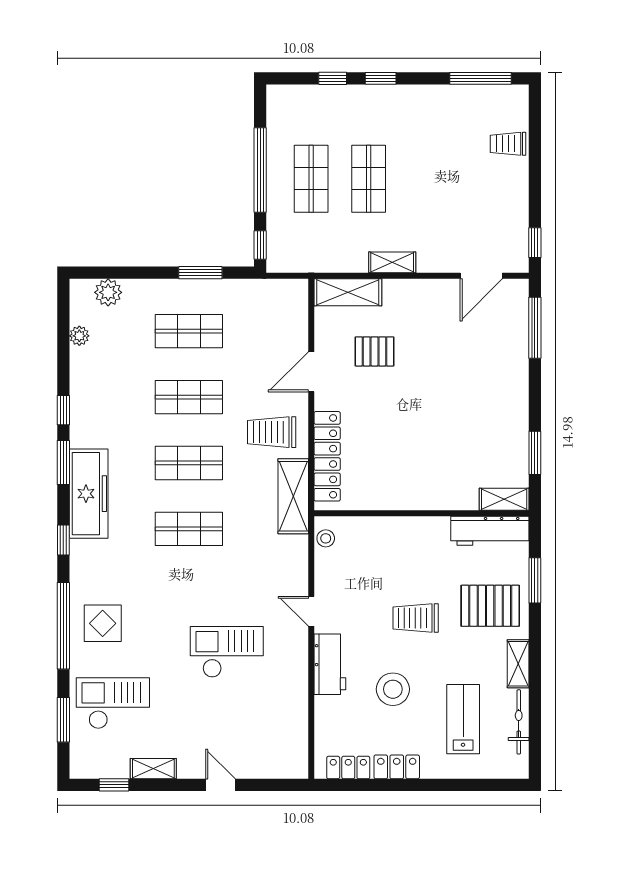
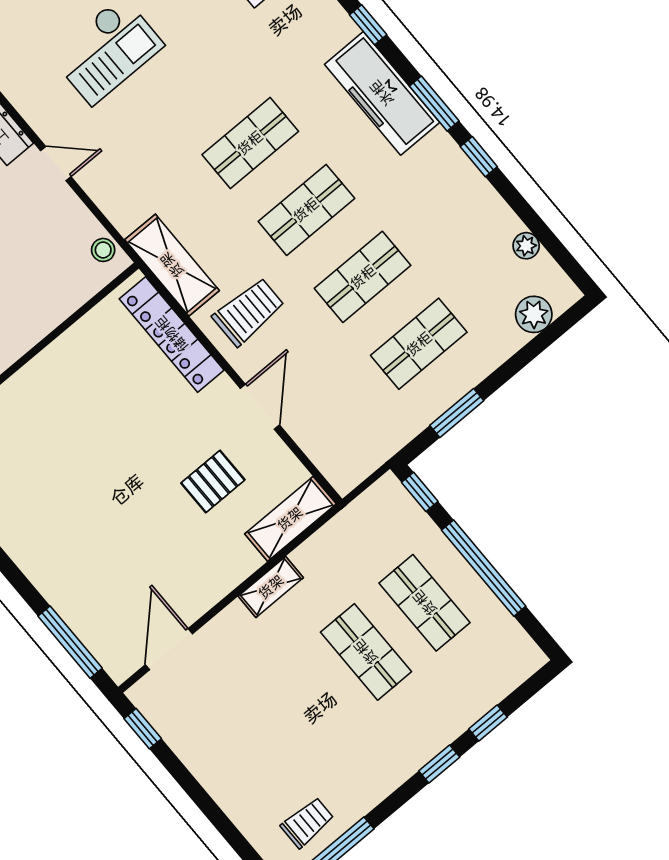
trolley: (508, 144) -> (307, 823), moved

